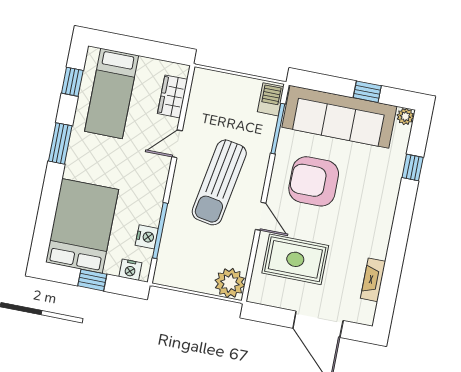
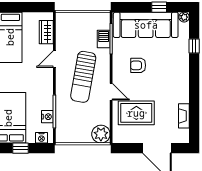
barbecue: (271, 99) -> (104, 39), moved
armchair: (314, 181) -> (138, 65), width x0.53, depth x0.53

